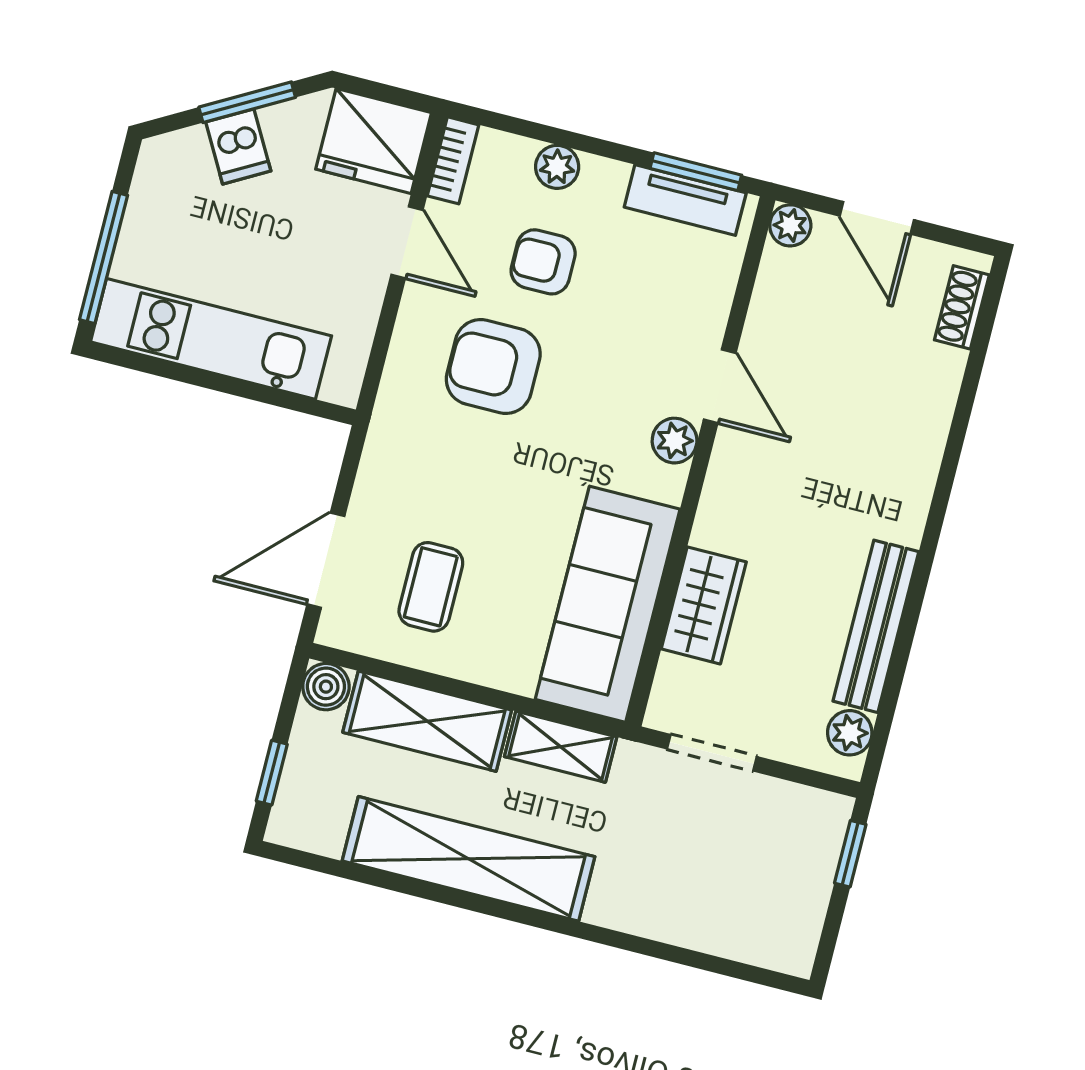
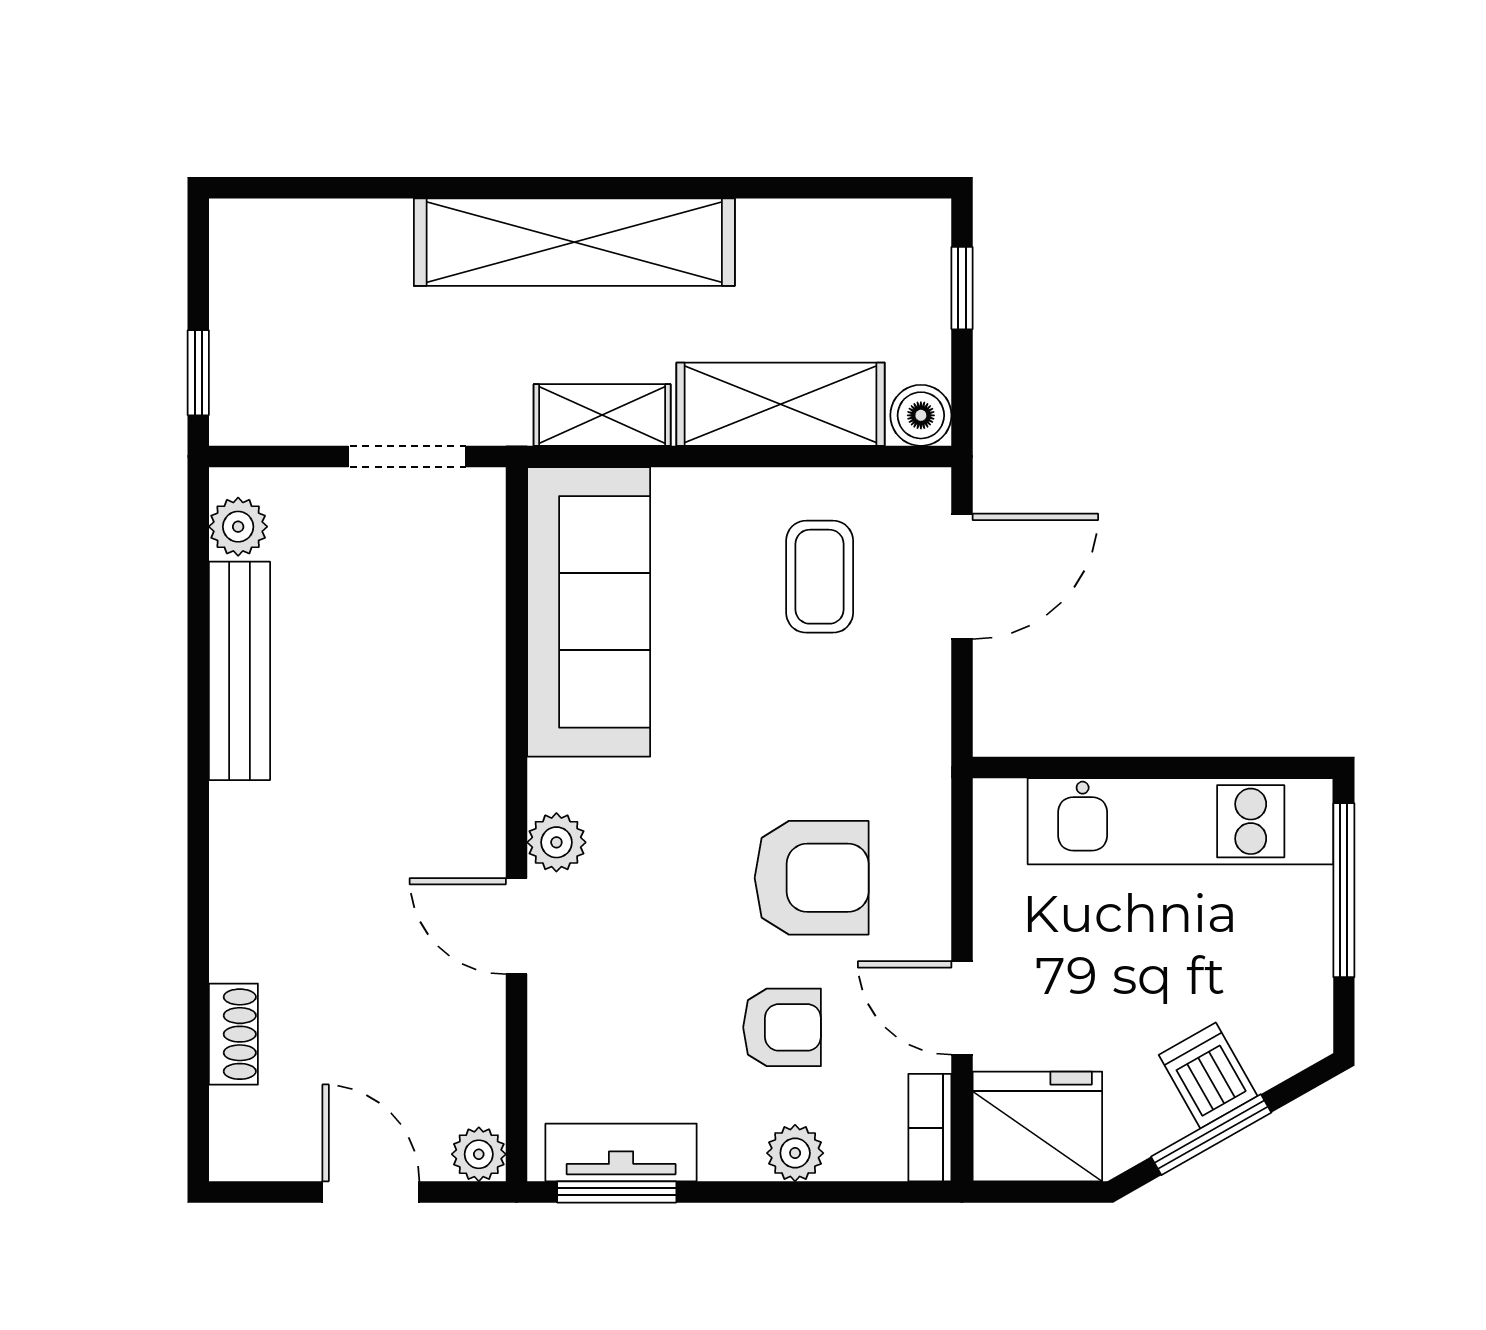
shoe rack: (962, 307) -> (233, 1034), moved
wardrobe: (704, 605) -> (466, 642), removed
shelving: (469, 859) -> (574, 242), moved

